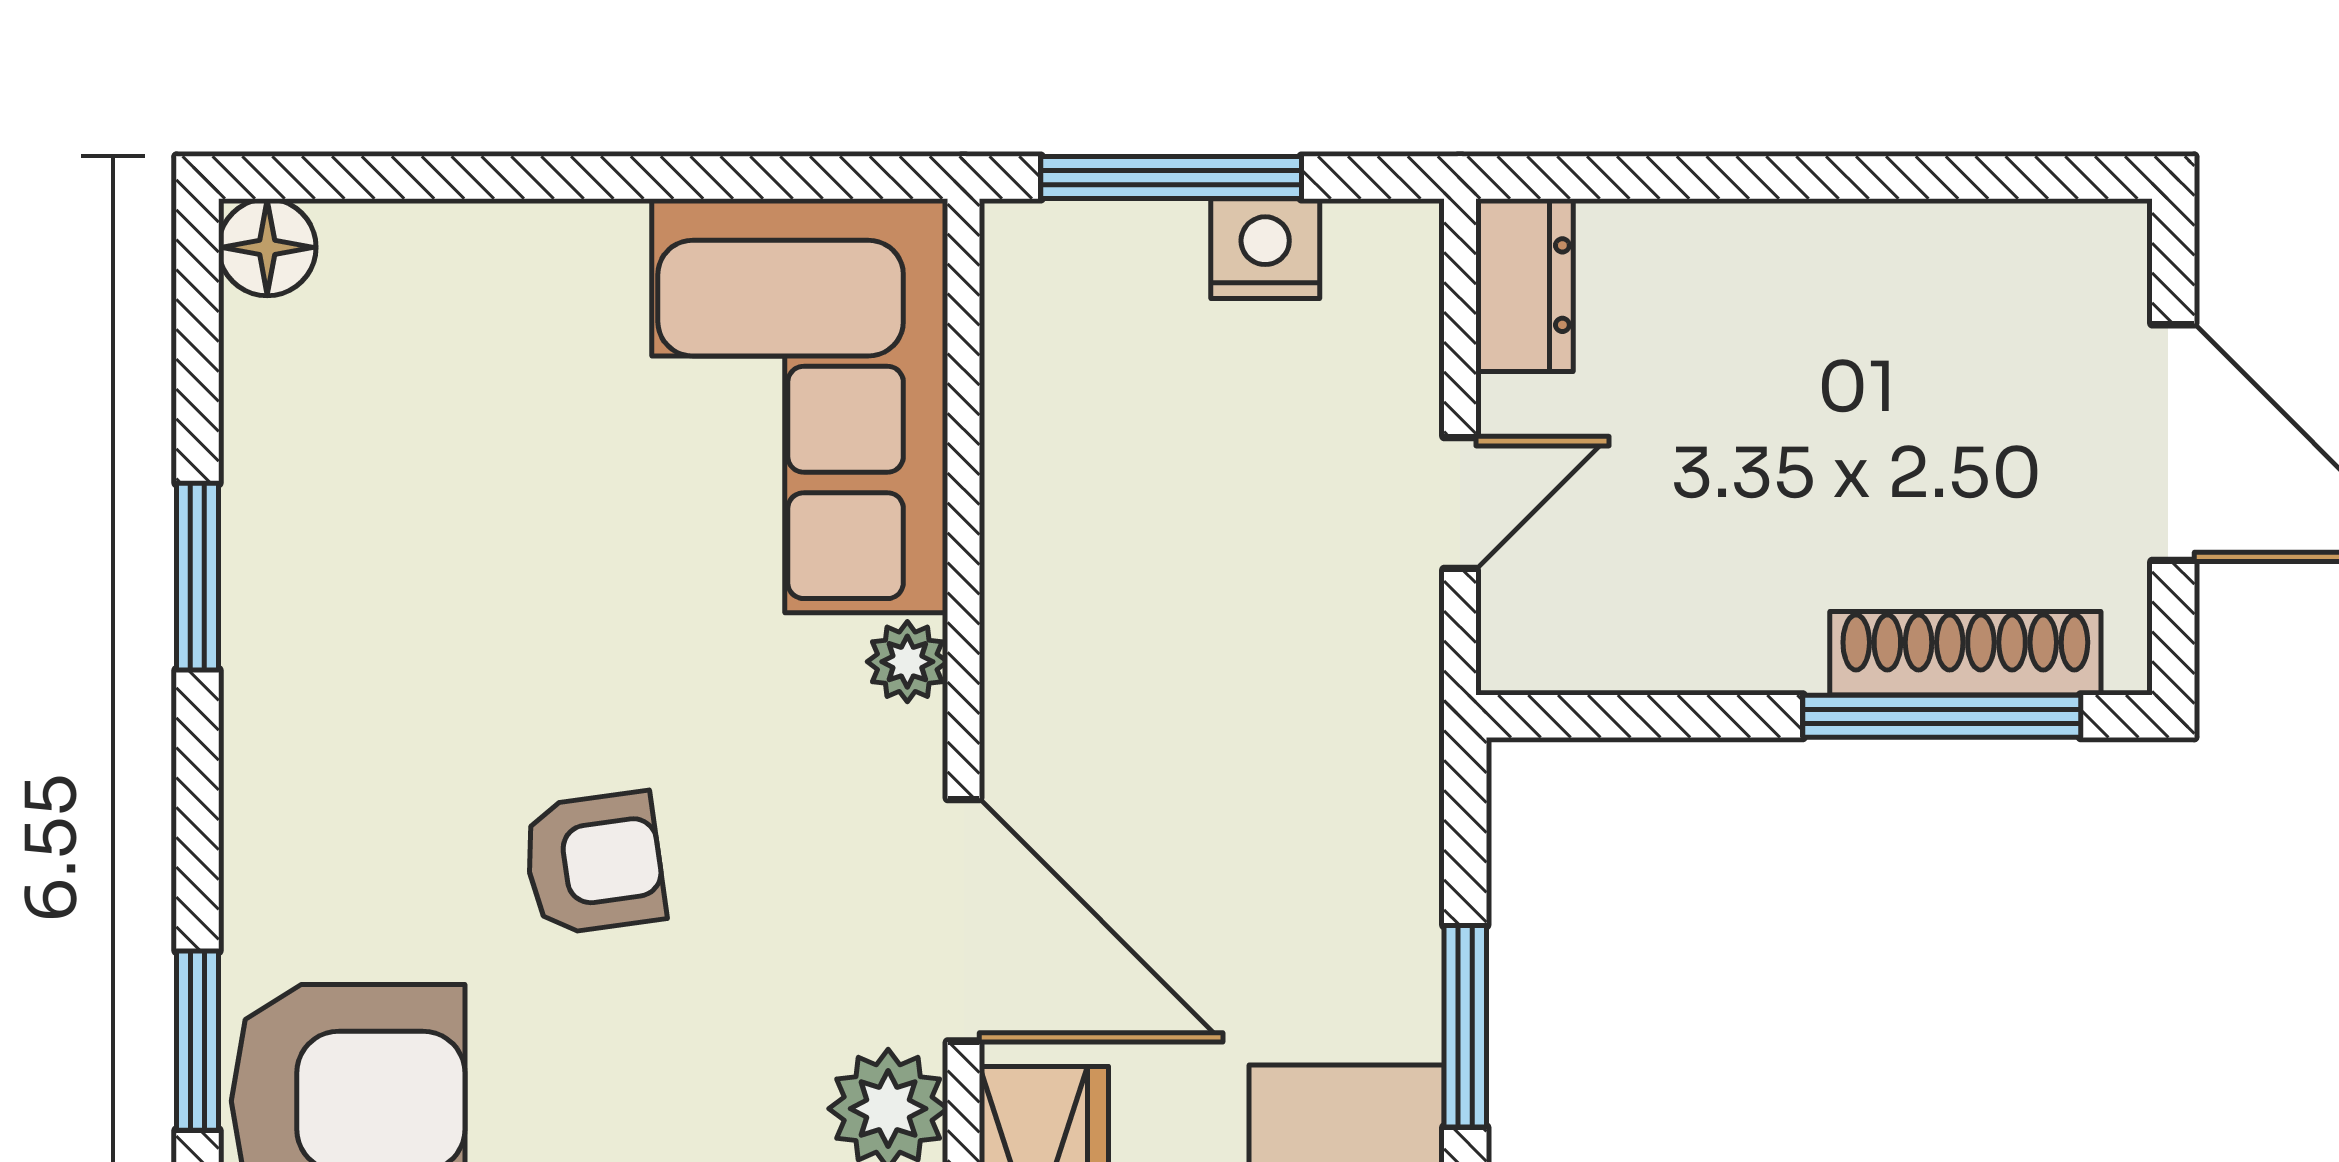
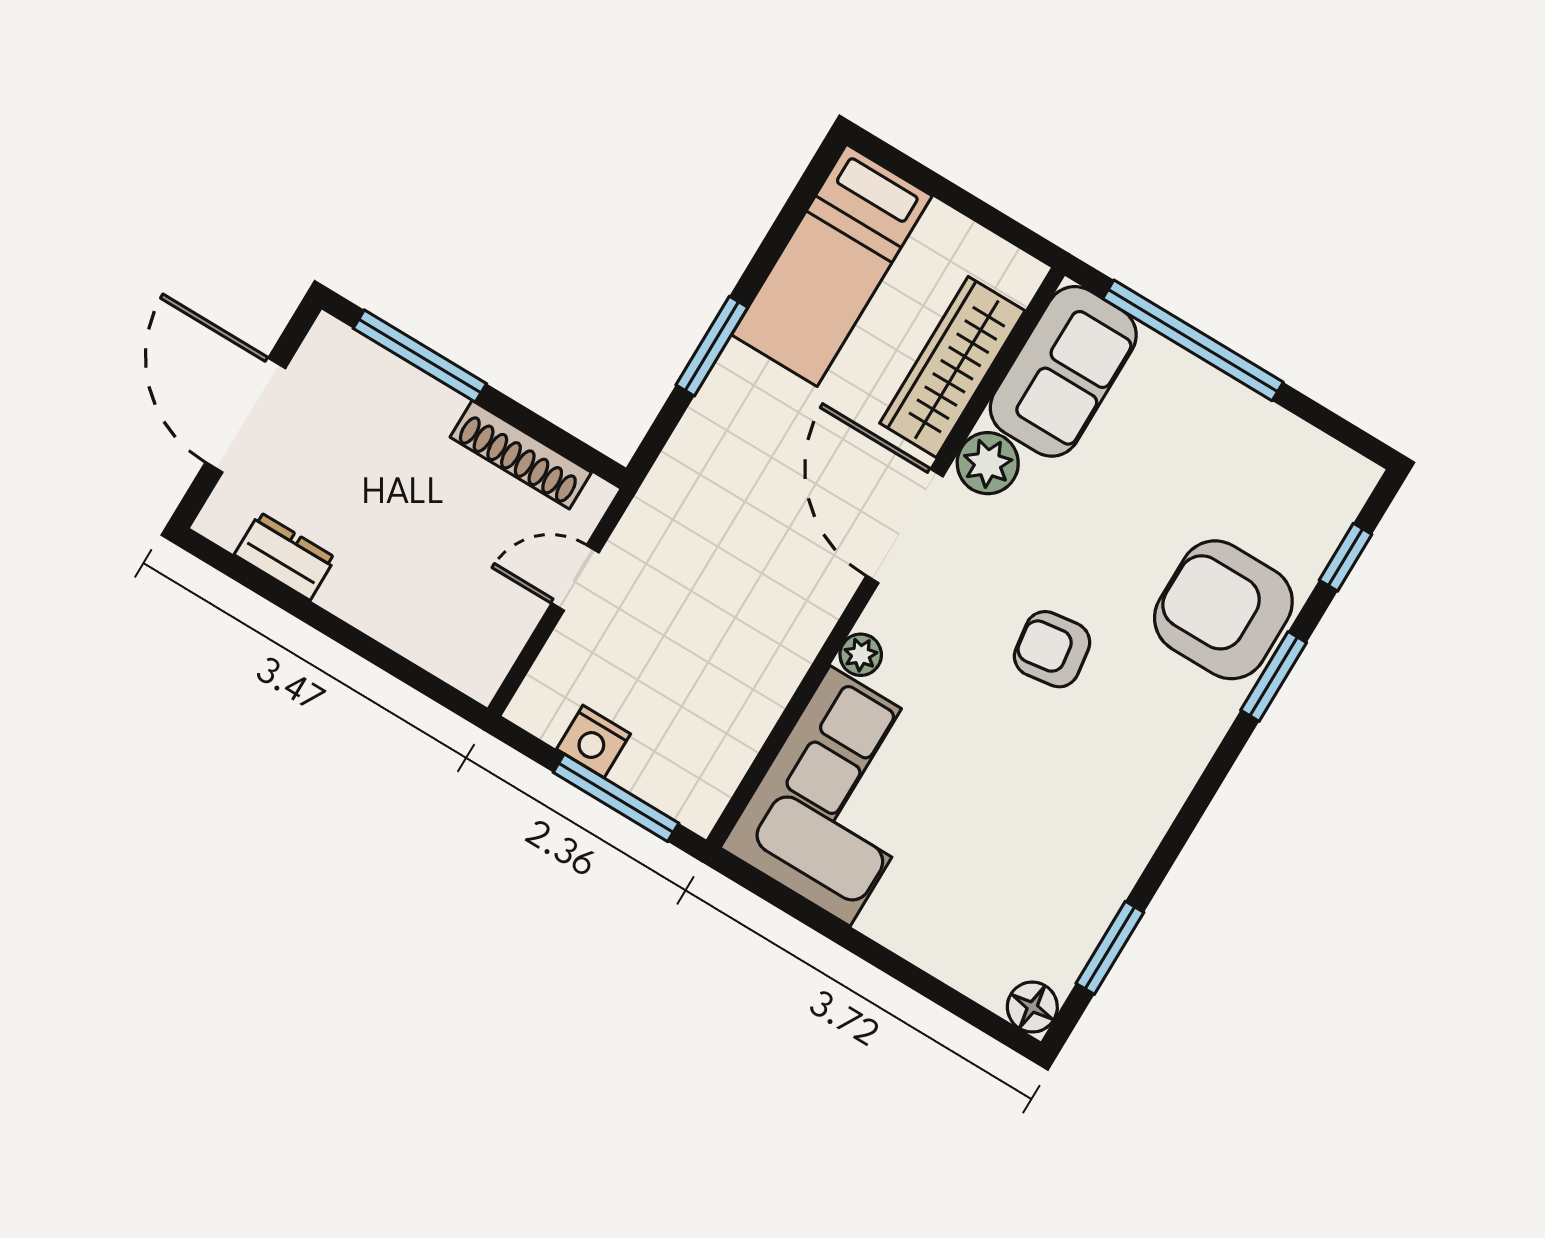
dresser: (1524, 285) -> (285, 556), moved, turned 90
window: (197, 577) -> (1110, 948), moved
shoe rack: (1965, 653) -> (521, 455), moved

